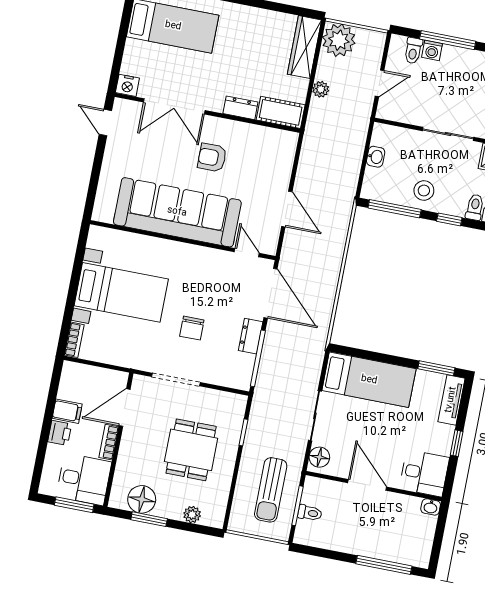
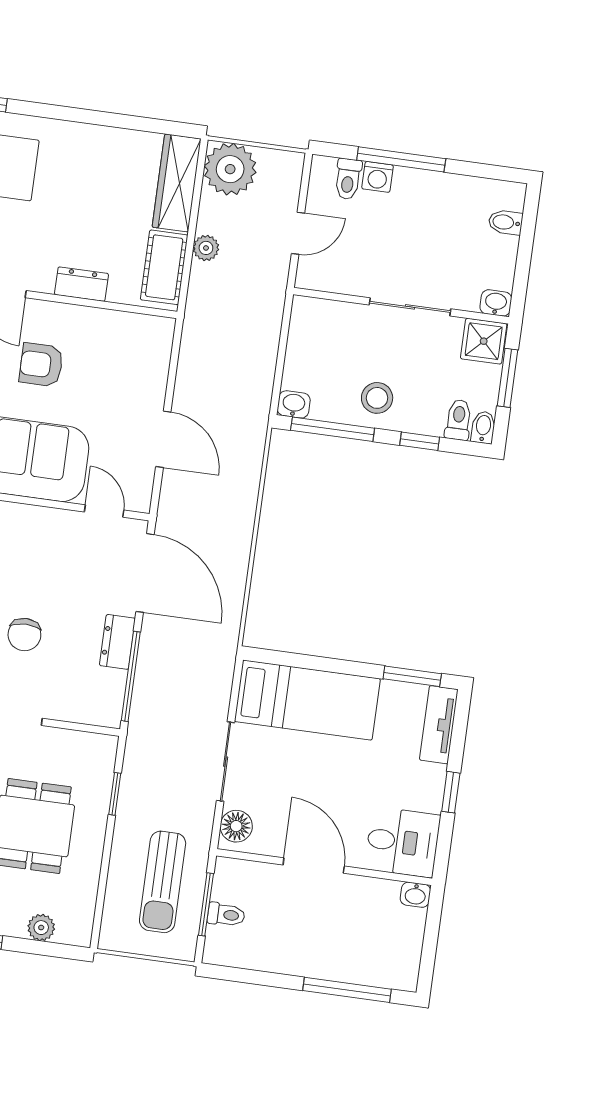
cot: (281, 112) -> (164, 267), moved, turned 90
washbasin: (376, 157) -> (294, 404), moved, turned -90

